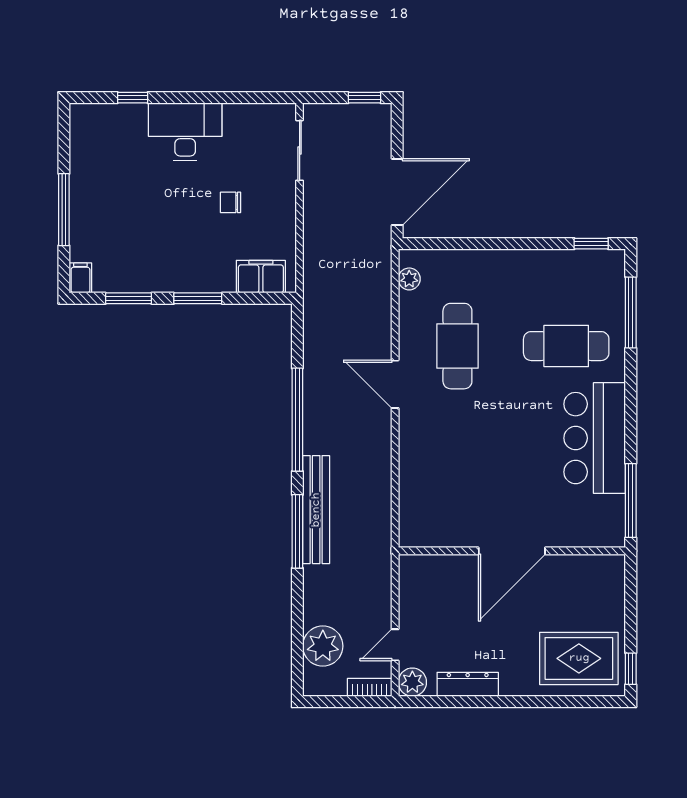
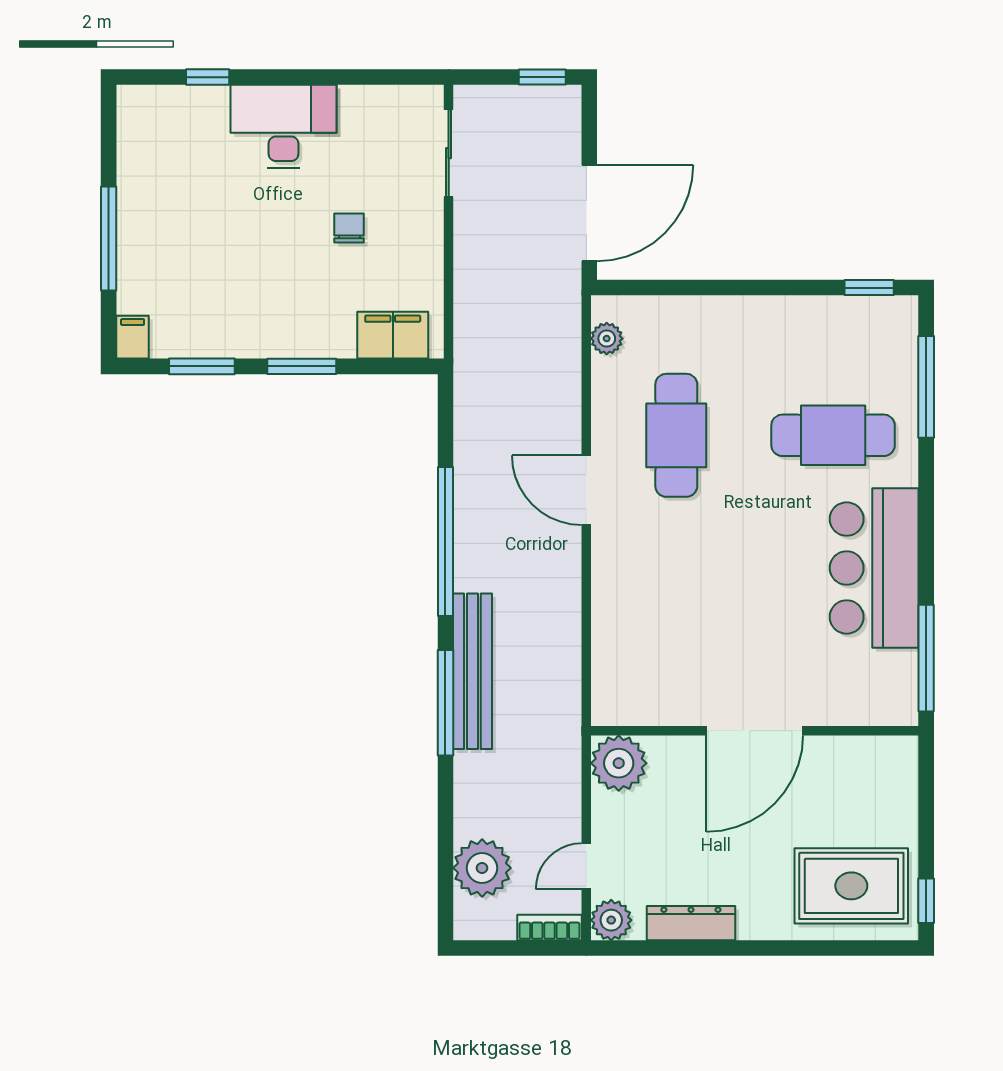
chair: (231, 202) -> (349, 228), turned 90
plant: (418, 573) -> (619, 763), added

